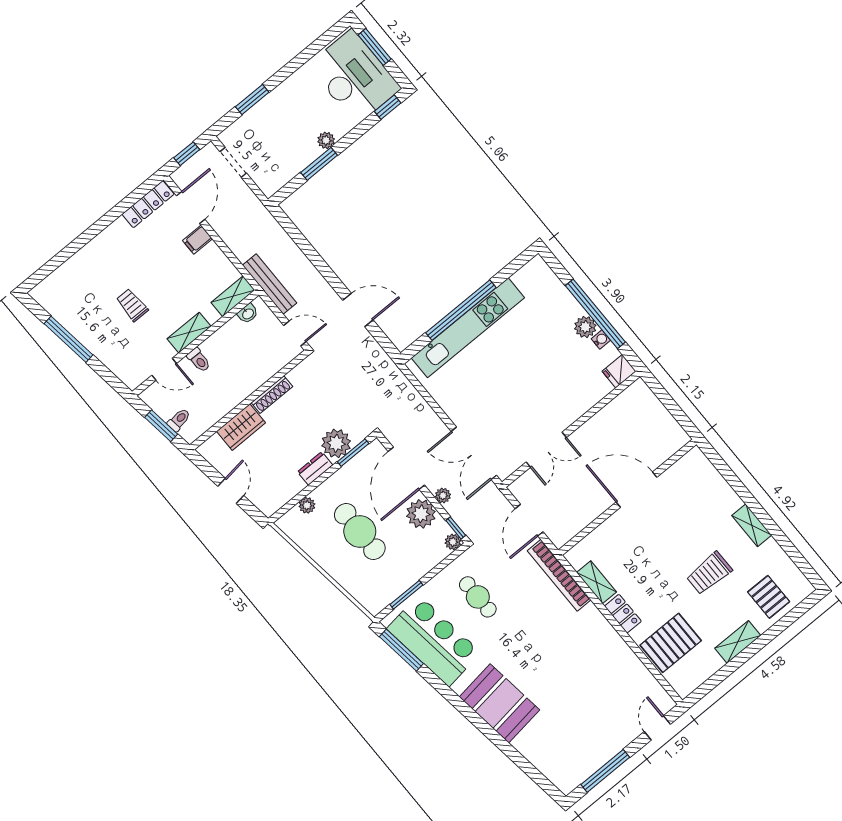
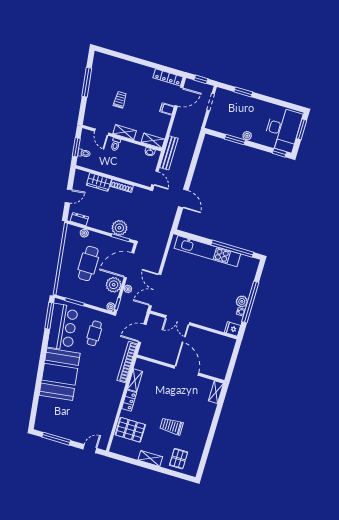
window: (461, 310) -> (232, 249), moved
dresser: (315, 468) -> (79, 219), moved
shelving: (752, 525) -> (216, 392), moved
booth: (499, 703) -> (60, 374), width x1.36, depth x1.42

